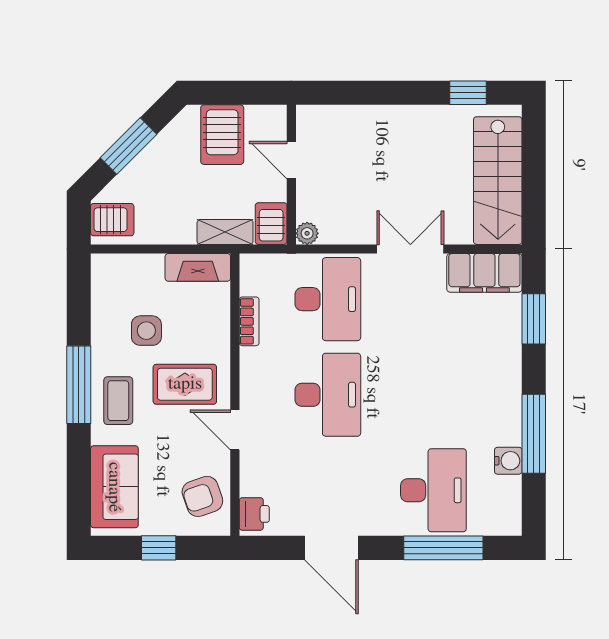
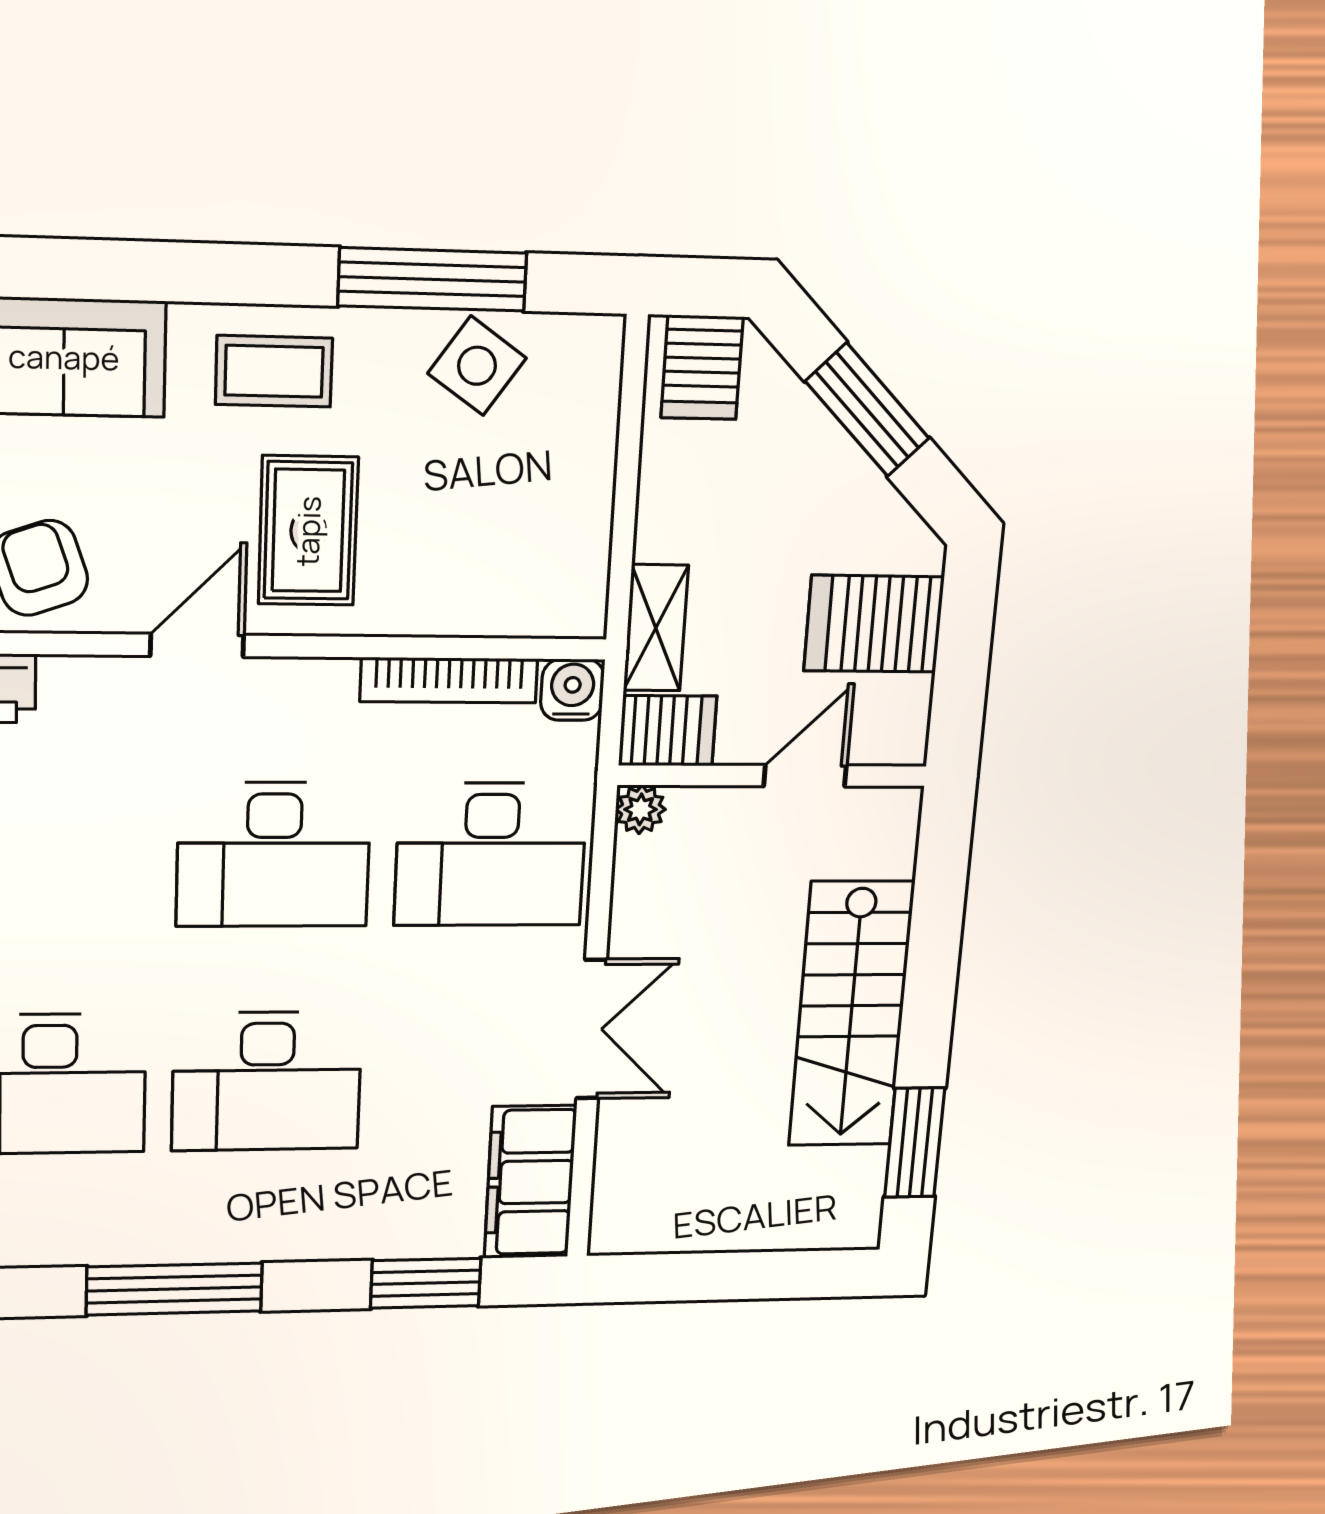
window: (468, 93) -> (915, 1143), width x1.50
stairs: (498, 181) -> (851, 1014), moved, turned -90
fireplace: (198, 267) -> (579, 565), removed
bookcase: (249, 321) -> (449, 680), width x1.56
side table: (146, 331) -> (477, 366), moved, turned 35
window: (79, 385) -> (432, 279), moved
desk: (433, 395) -> (267, 1081), added
water cooler: (508, 461) -> (572, 690), moved, turned 180

